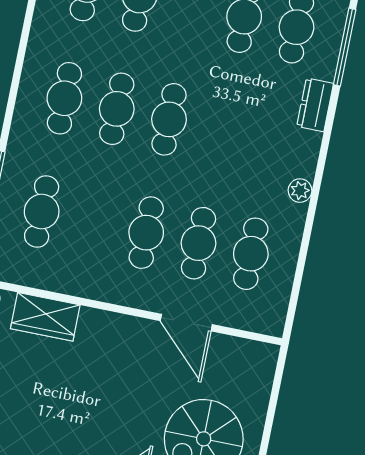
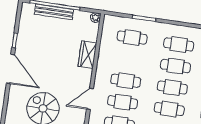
cafe table: (221, 130) -> (169, 109), added
wardrobe: (45, 317) -> (87, 55), moved

